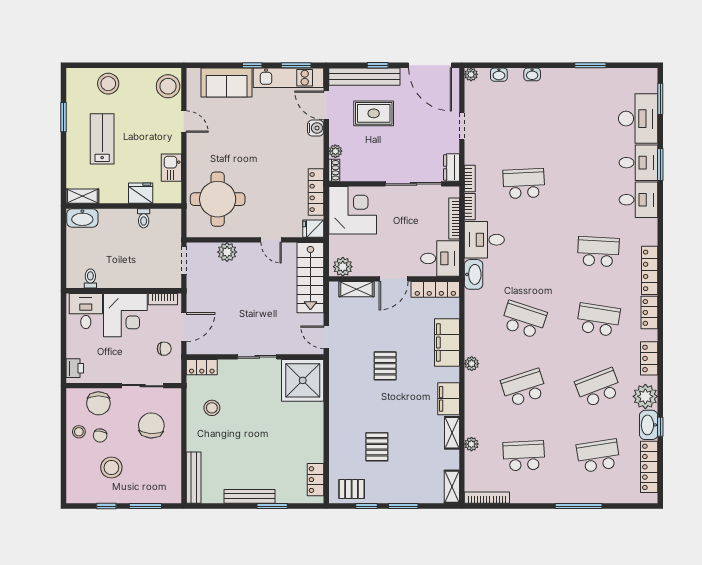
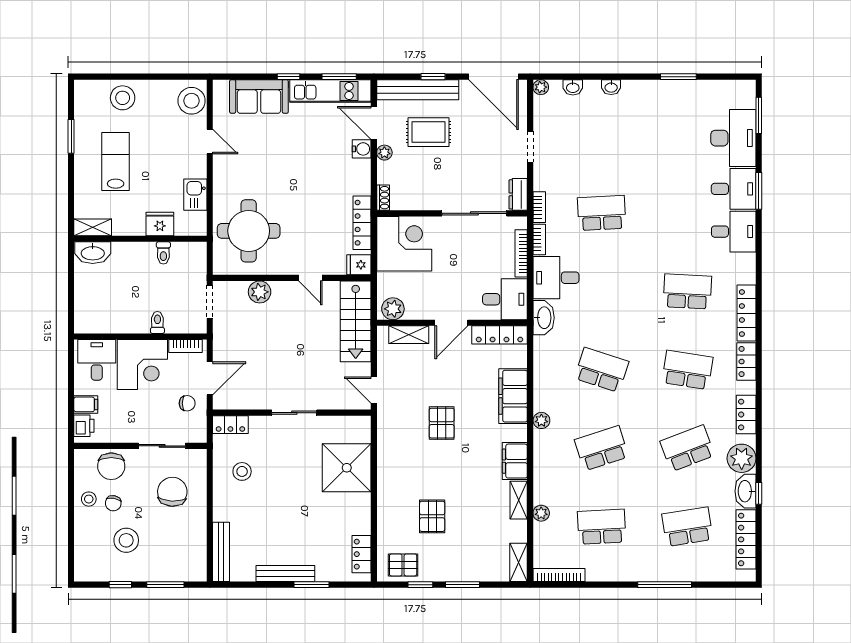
plant: (335, 151) -> (384, 153), moved
toilet: (90, 279) -> (157, 322), moved
filing cabinet: (76, 350) -> (86, 404), added
shower: (303, 380) -> (347, 468), moved

